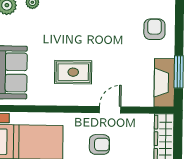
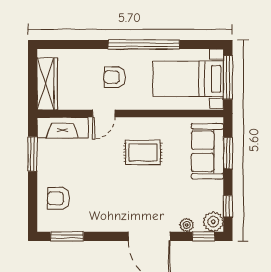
armchair: (154, 29) -> (58, 198), turned 90
fireplace: (164, 83) -> (62, 128), moved, turned 90

